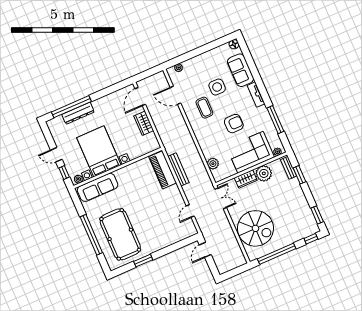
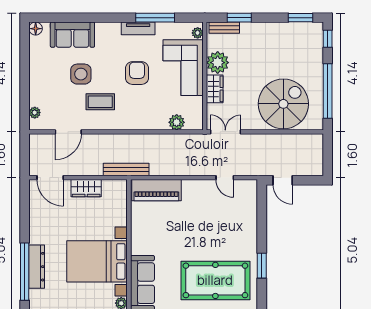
tv unit: (256, 95) -> (138, 28), moved
bench: (178, 169) -> (126, 170), moved

